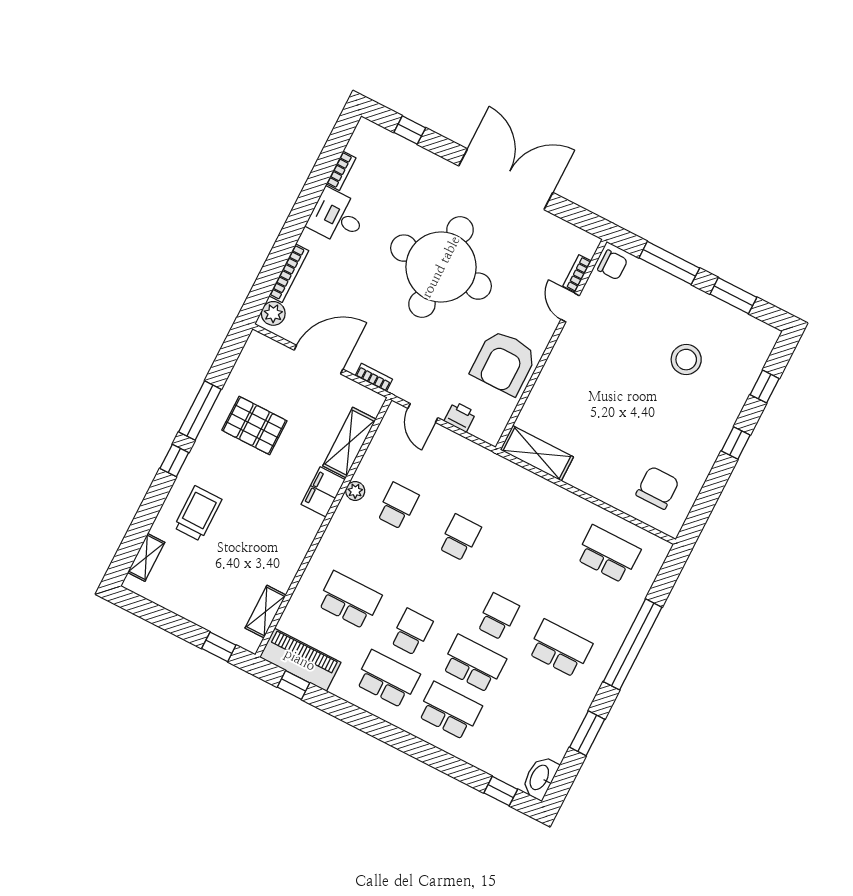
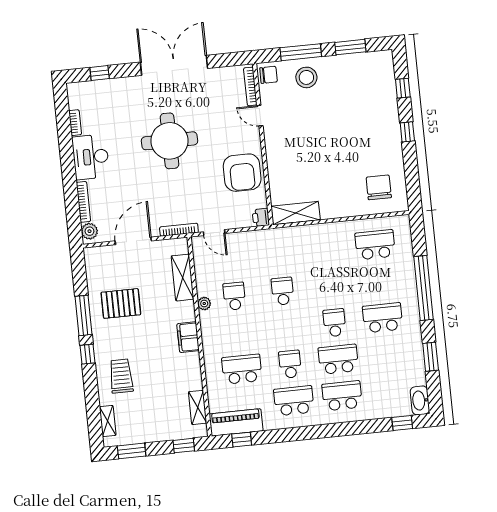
desk: (337, 217) -> (91, 157), width x1.37
round table: (441, 267) -> (170, 141), width x0.73, depth x0.73
bookcase: (577, 274) -> (250, 86), width x1.56
stool: (686, 360) -> (306, 77), moved
bookcase: (374, 377) -> (179, 230), width x1.56
printer: (460, 417) -> (261, 217), moved, turned -90
filing cabinet: (323, 492) -> (188, 337), moved
window: (152, 612) -> (132, 451), added

